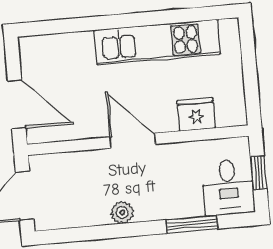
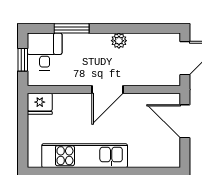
fridge: (196, 114) -> (40, 104), moved
door: (133, 141) -> (107, 89), hinge flipped

